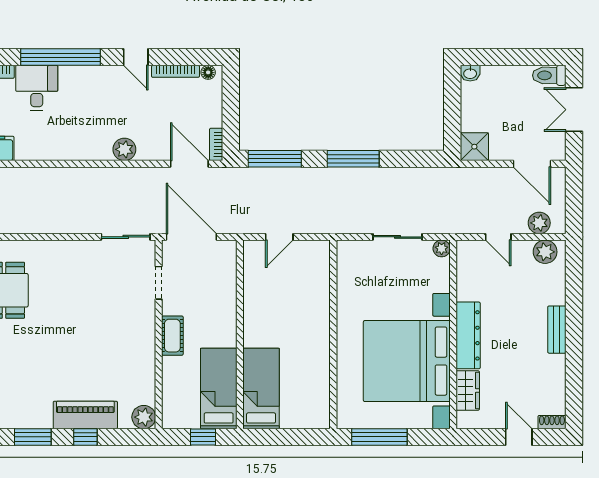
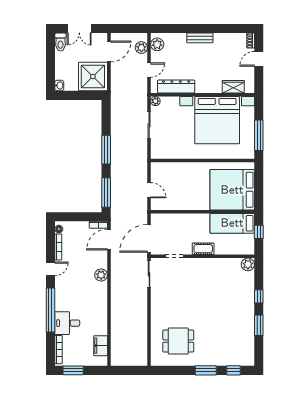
shower: (474, 147) -> (93, 77), width x1.86, depth x1.86
dresser: (468, 335) -> (176, 87), moved
bed: (261, 389) -> (232, 190), width x2.04
piano: (85, 415) -> (247, 296), removed

